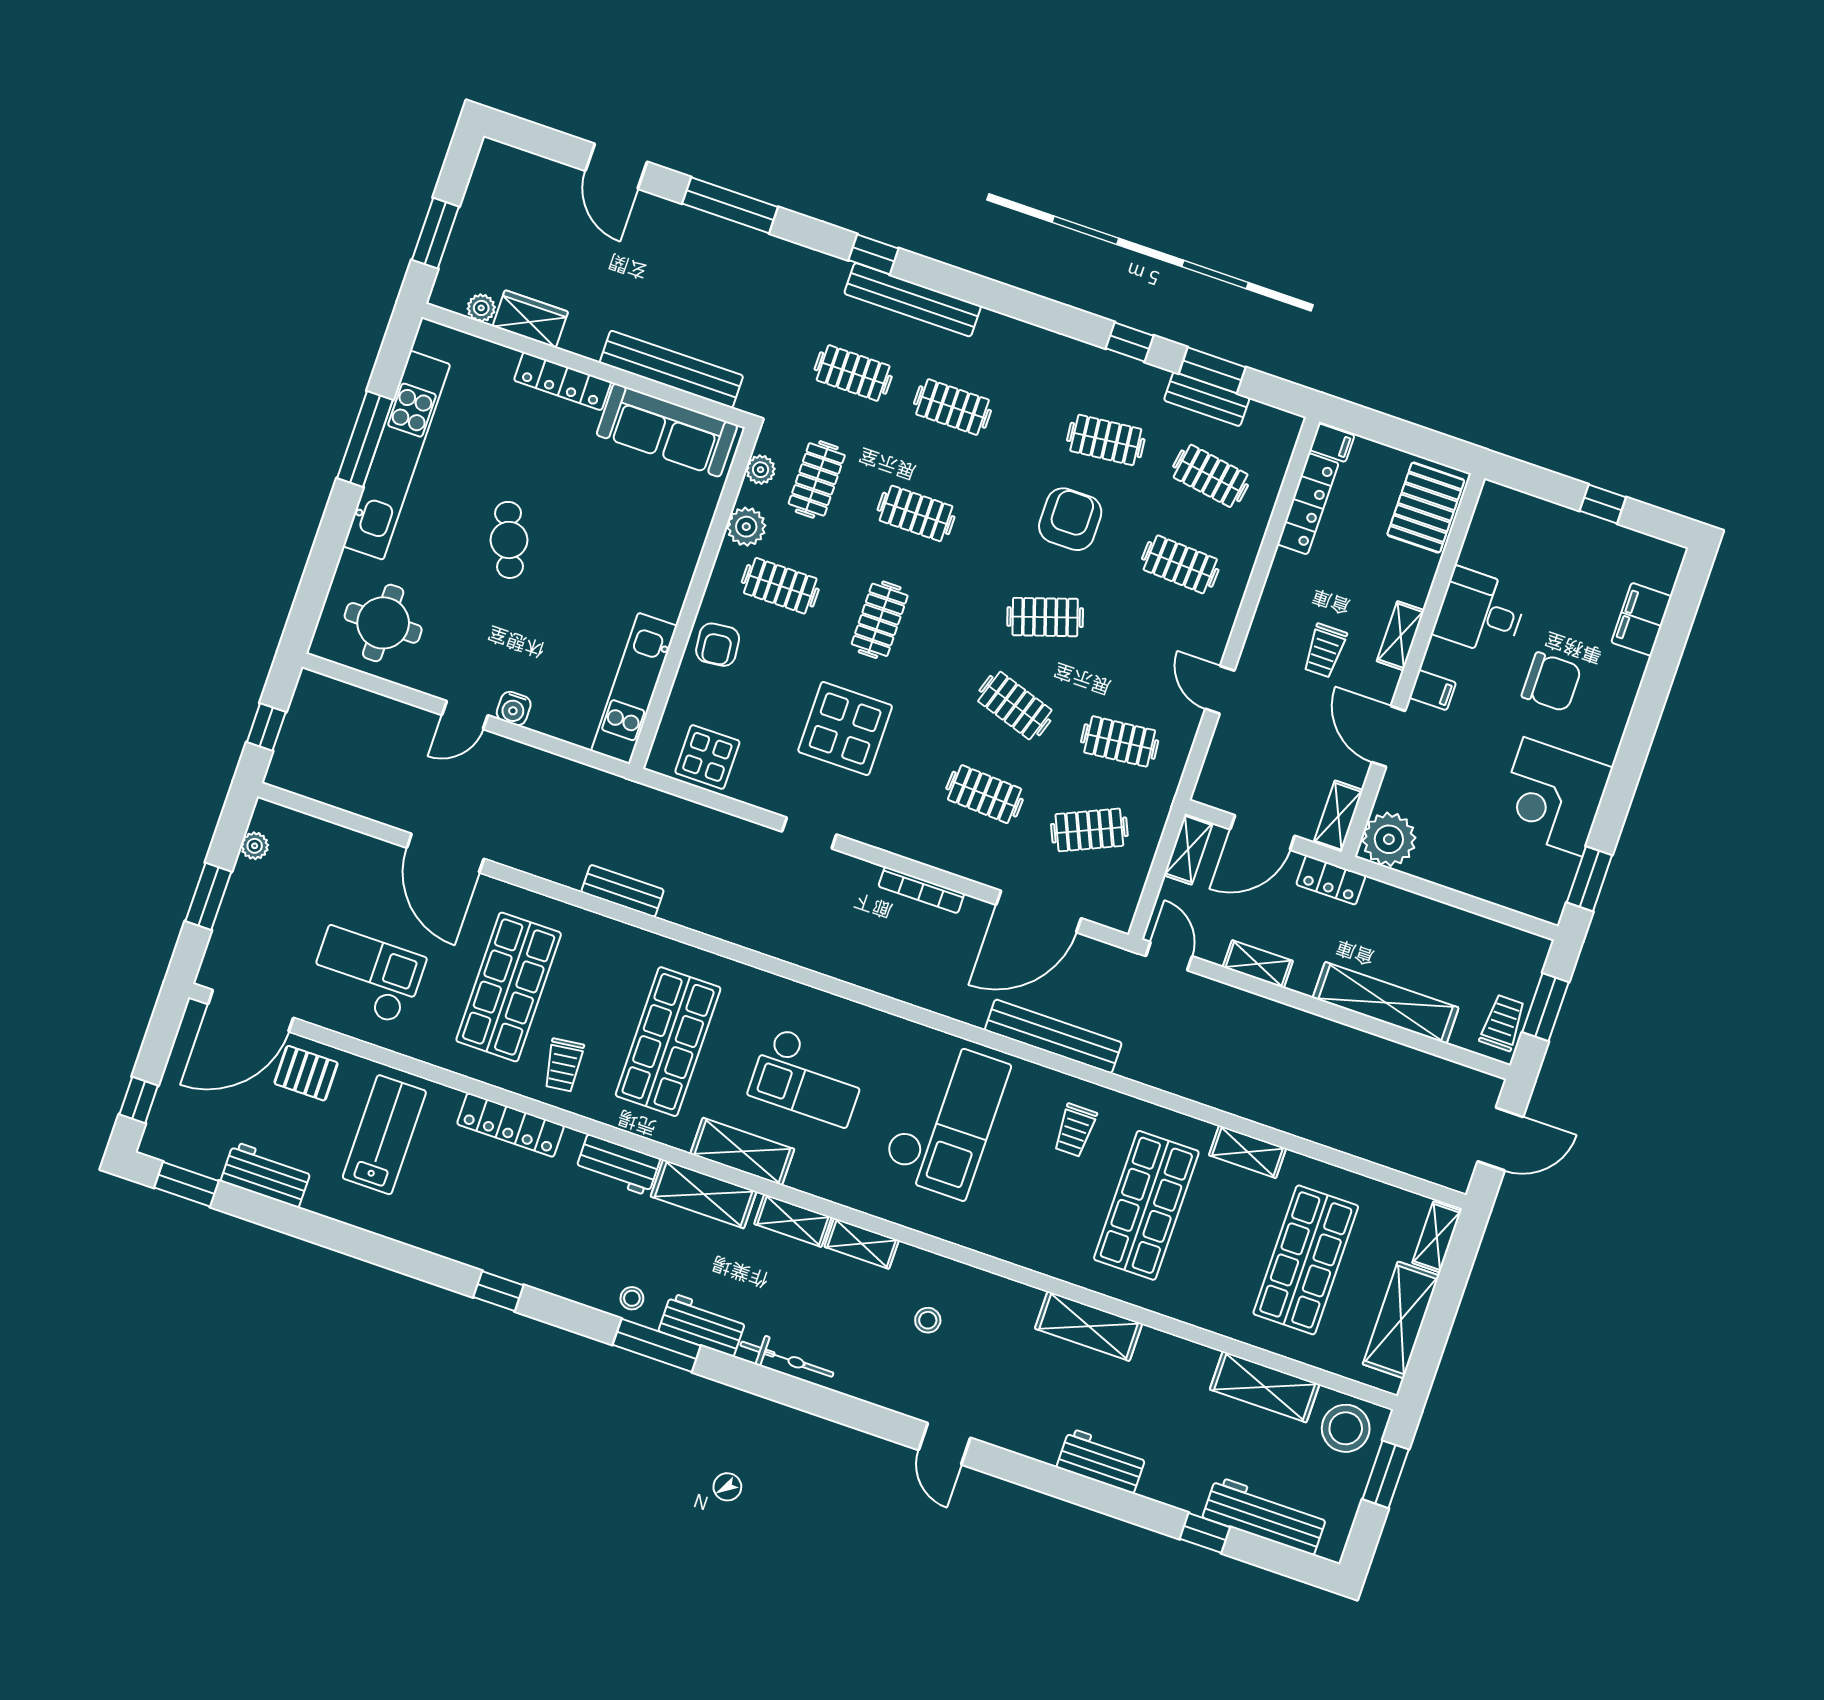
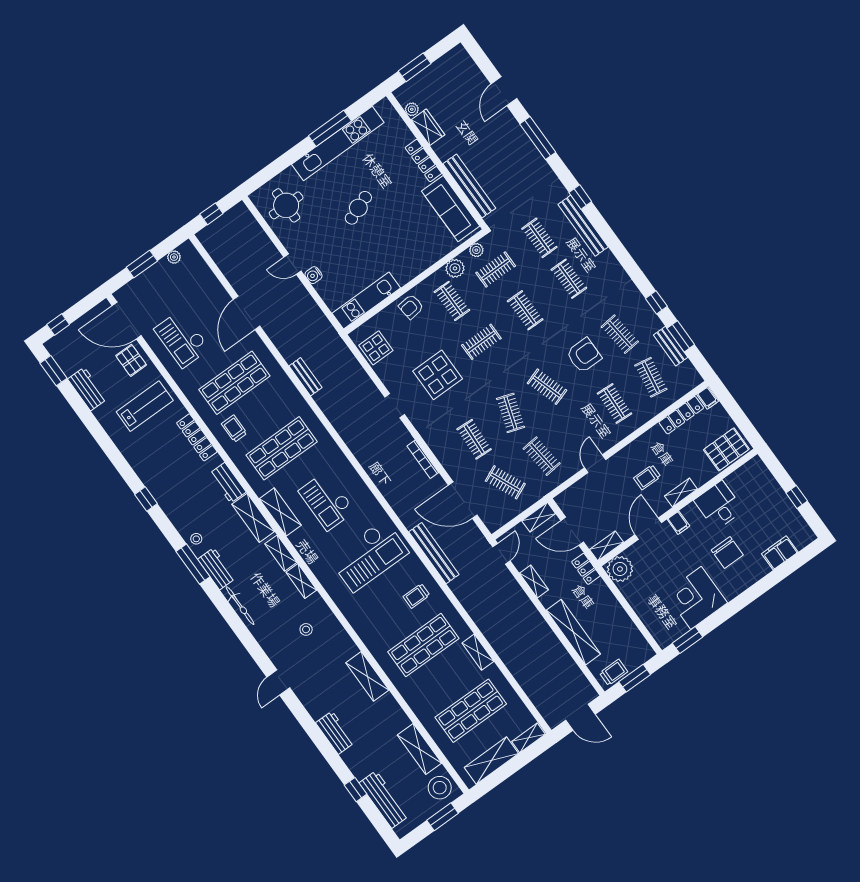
checkout: (367, 975) -> (182, 339), turned 180
trolley: (564, 1065) -> (234, 429), turned 97

